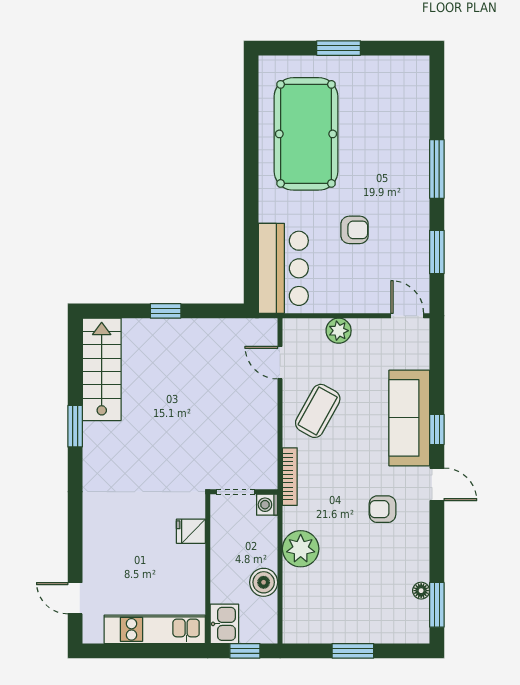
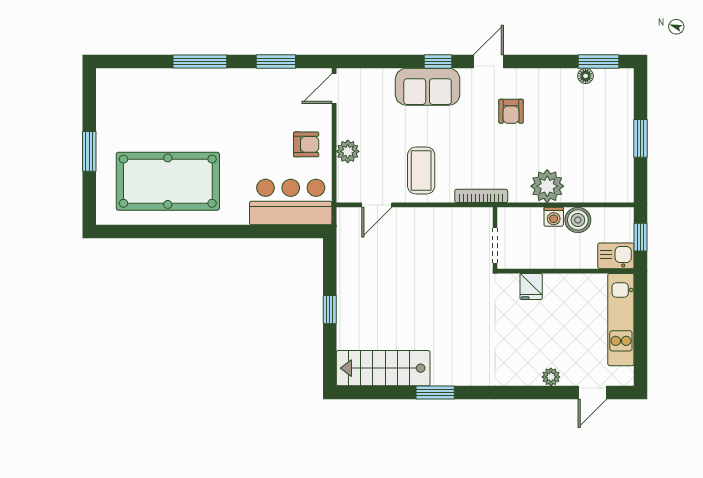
armchair: (355, 230) -> (306, 144), moved, turned 90
coffee table: (318, 411) -> (421, 171), turned 61
sofa: (409, 418) -> (428, 87), width x0.73
washing machine: (267, 505) -> (554, 217), moved
plant: (92, 553) -> (551, 377), added

